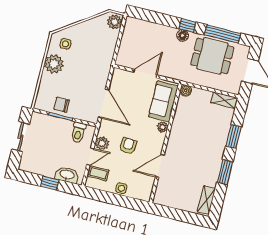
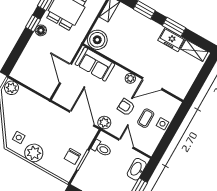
boiler: (186, 91) -> (97, 40), width x1.86, depth x1.86
door: (103, 103) -> (82, 119), hinge flipped
plant: (163, 127) -> (130, 78), moved
plant: (102, 143) -> (104, 123), moved
door: (160, 166) -> (152, 84), hinge flipped
coffee table: (98, 173) -> (146, 118), moved
freezer: (211, 173) -> (172, 40), added

